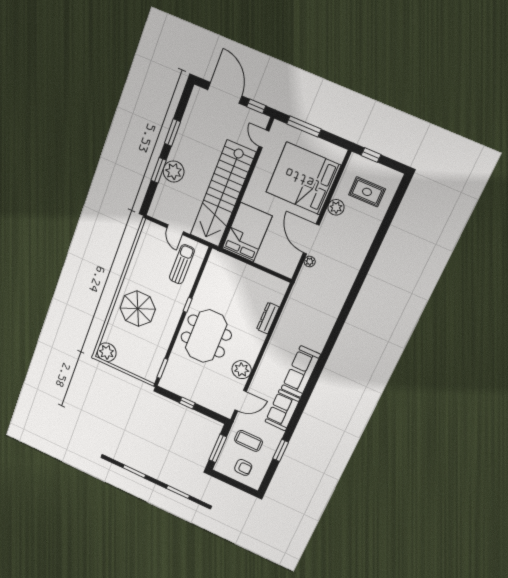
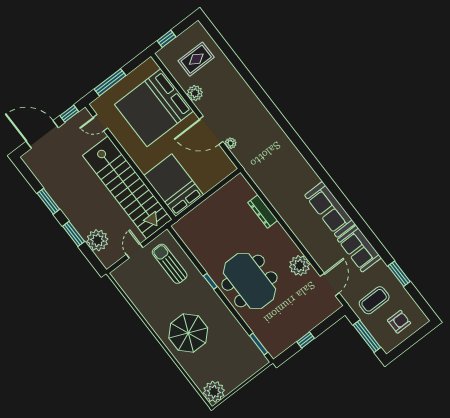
plant: (174, 171) -> (97, 240), moved
door: (175, 230) -> (135, 251), swing flipped

